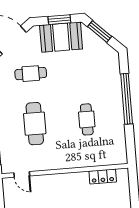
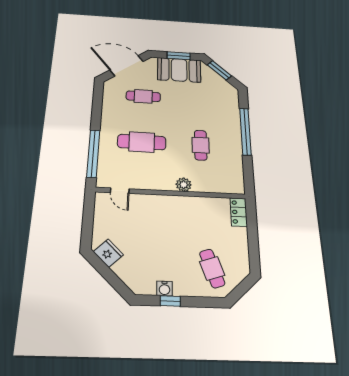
cafe table: (35, 124) -> (142, 142), turned 90
plant: (75, 161) -> (184, 185), added
locker: (103, 176) -> (239, 212), moved, turned 90

